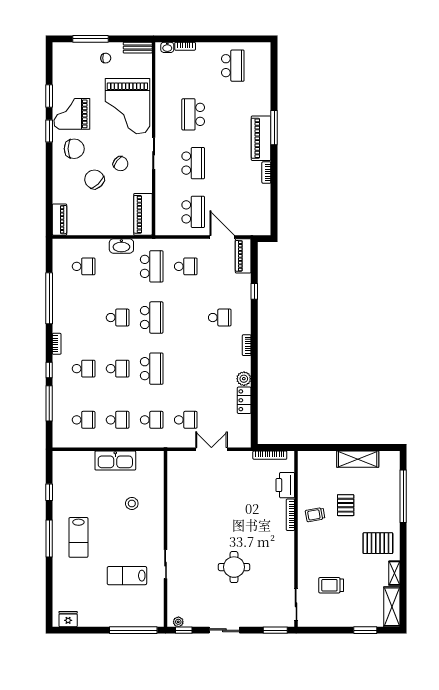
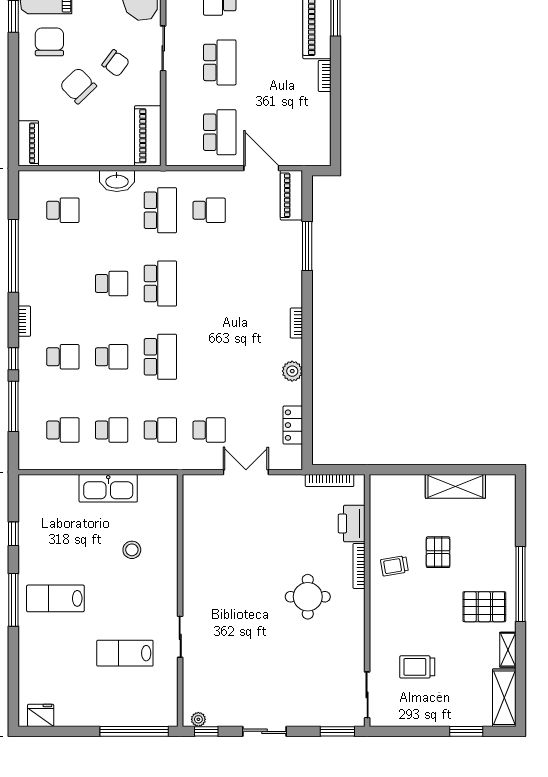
chair: (74, 149) -> (49, 42), turned -90
window: (254, 291) -> (307, 246), width x2.17
school desk: (220, 318) -> (258, 284), removed
locker: (244, 400) -> (293, 425), moved
window: (403, 496) -> (521, 584), moved
lab bench: (78, 537) -> (55, 598), turned 90
round table: (234, 567) -> (308, 597), moved

